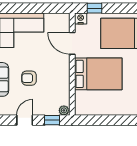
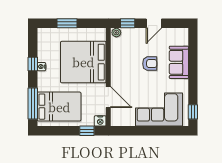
bed: (98, 74) -> (83, 62), width x1.36
window: (115, 120) -> (67, 23), added

